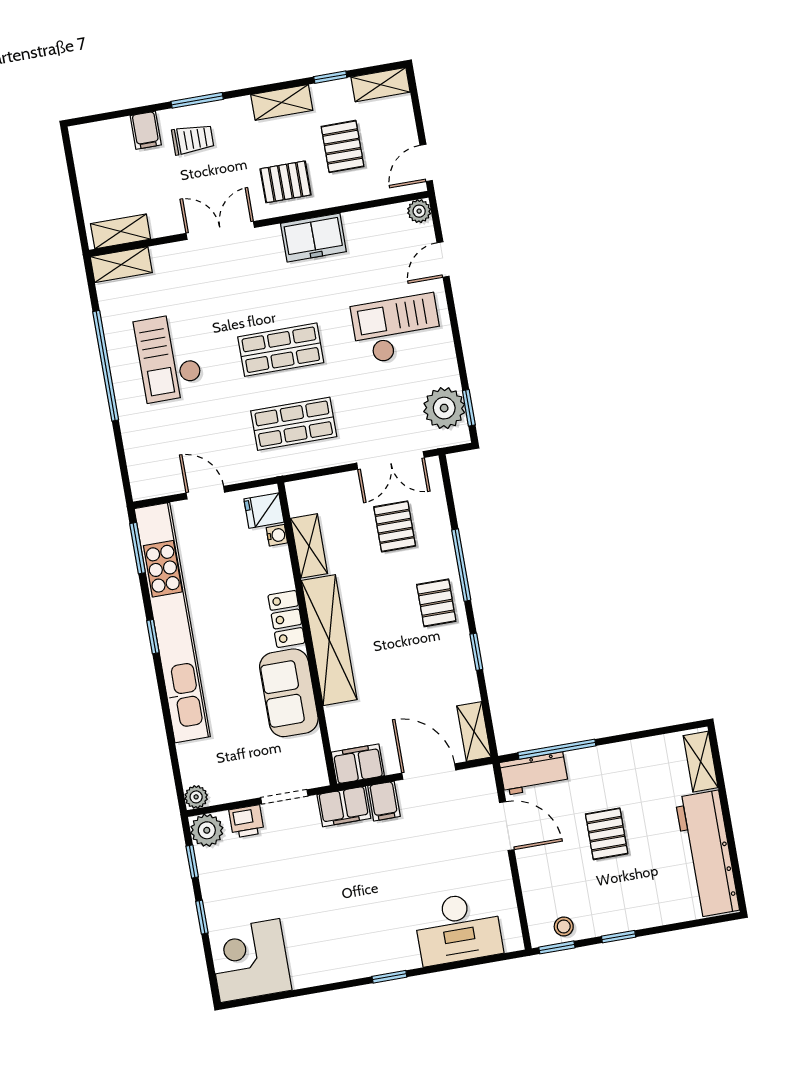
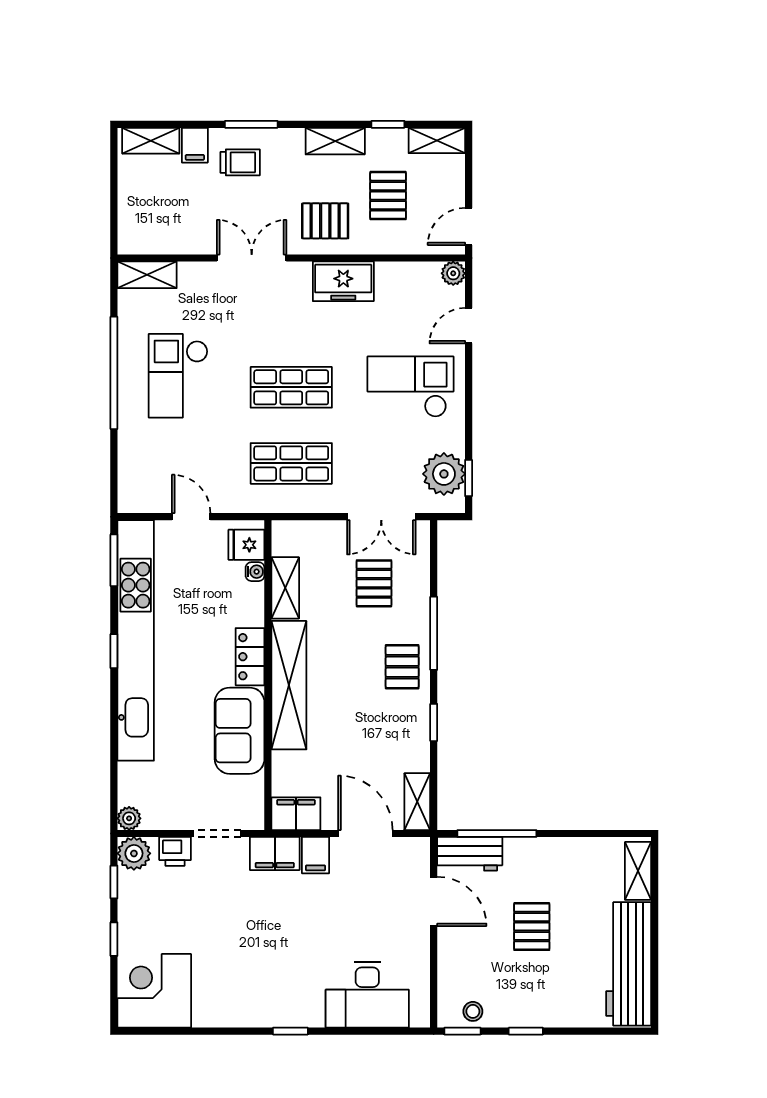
shelving: (121, 231) -> (151, 141), moved

